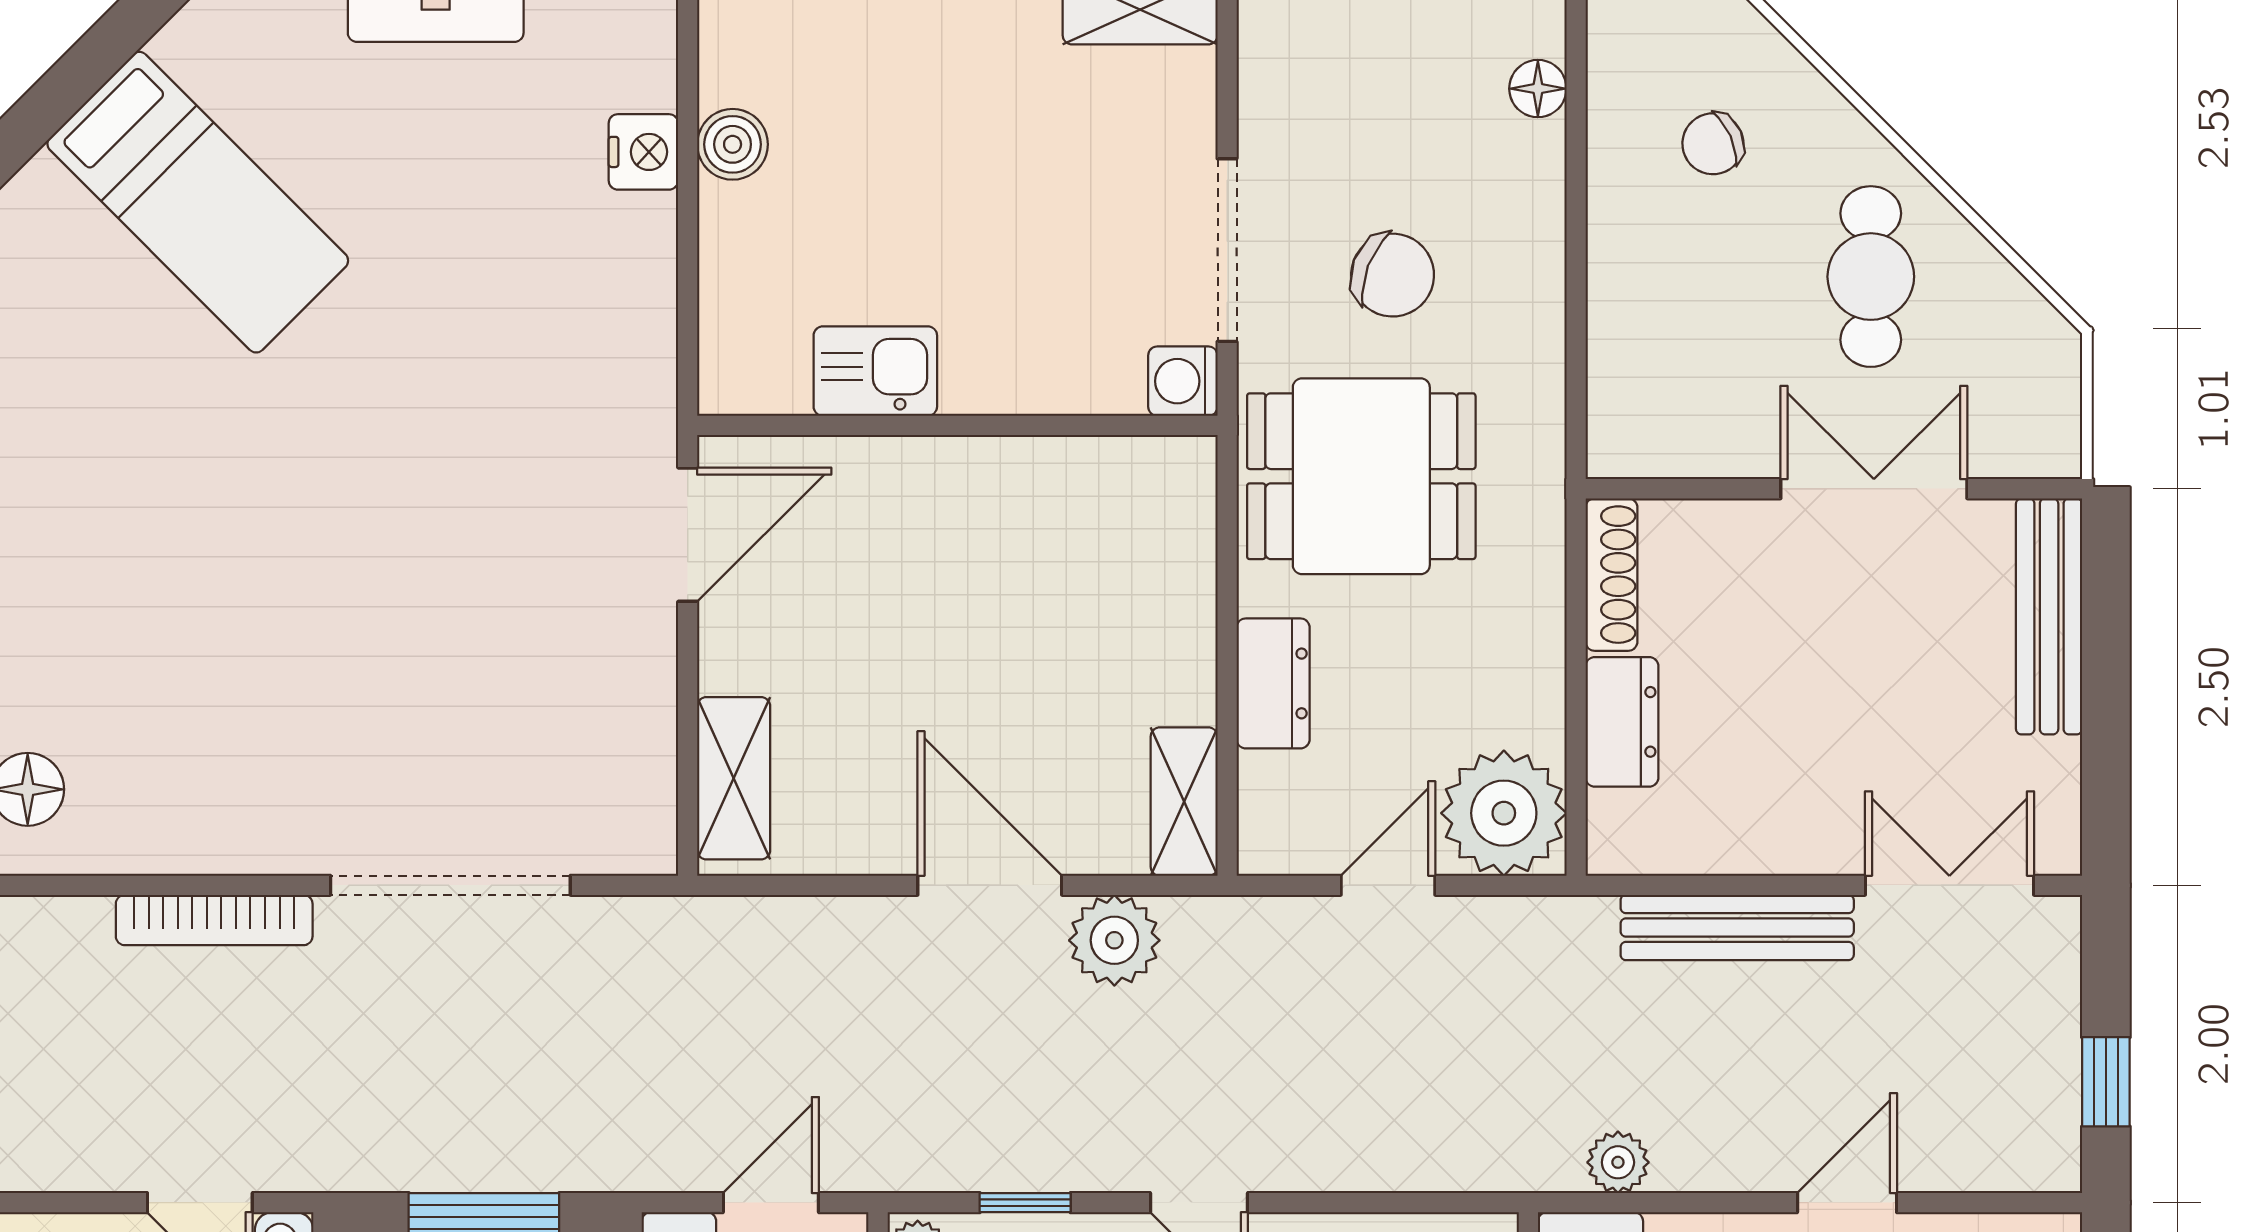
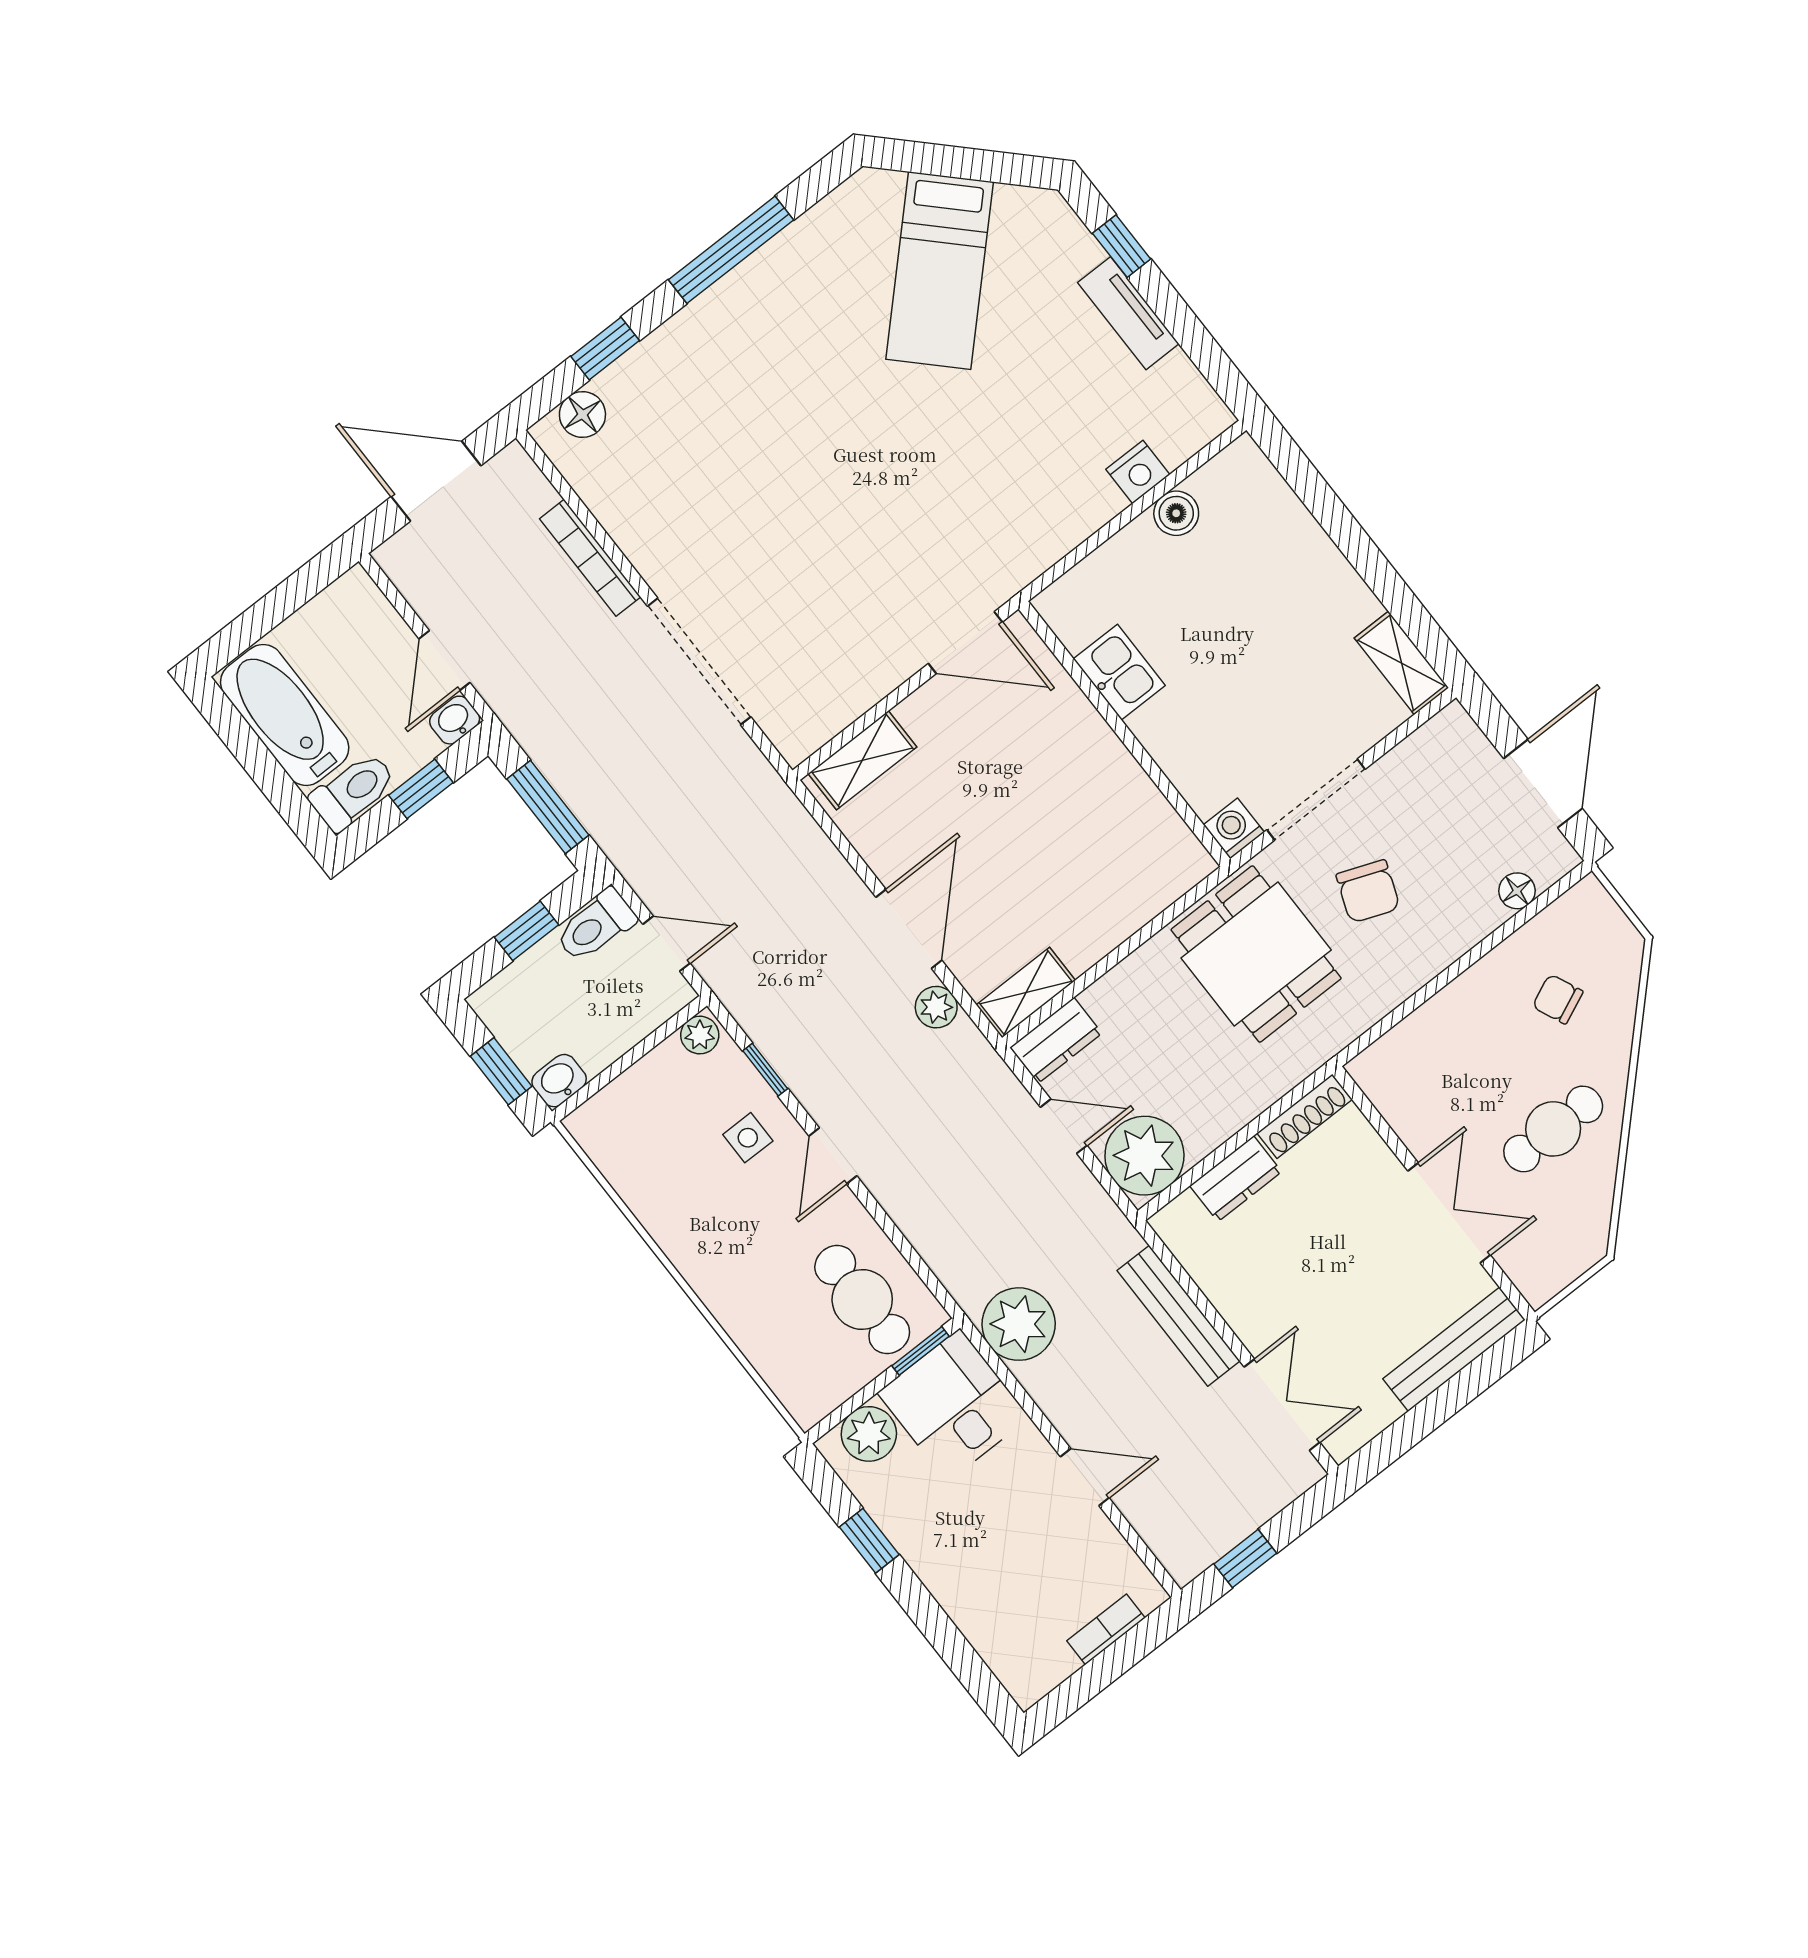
dresser: (1273, 683) -> (1056, 1040), moved
plant: (1114, 940) -> (936, 1007), width x0.73, depth x0.73
plant: (1618, 1162) -> (1019, 1324), width x1.88, depth x1.88

